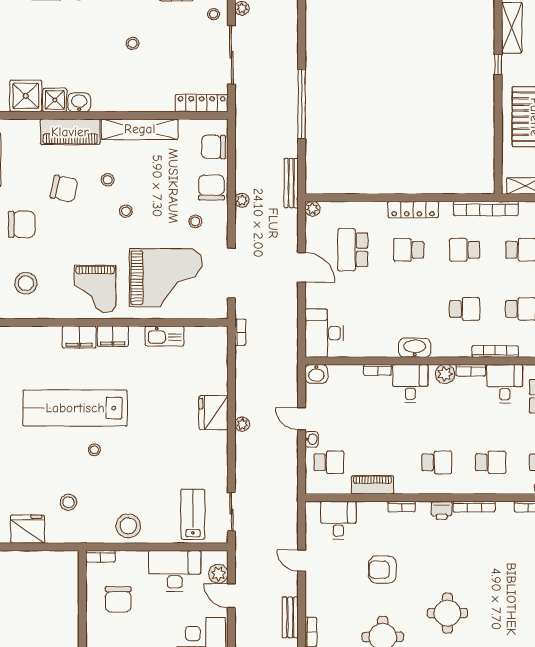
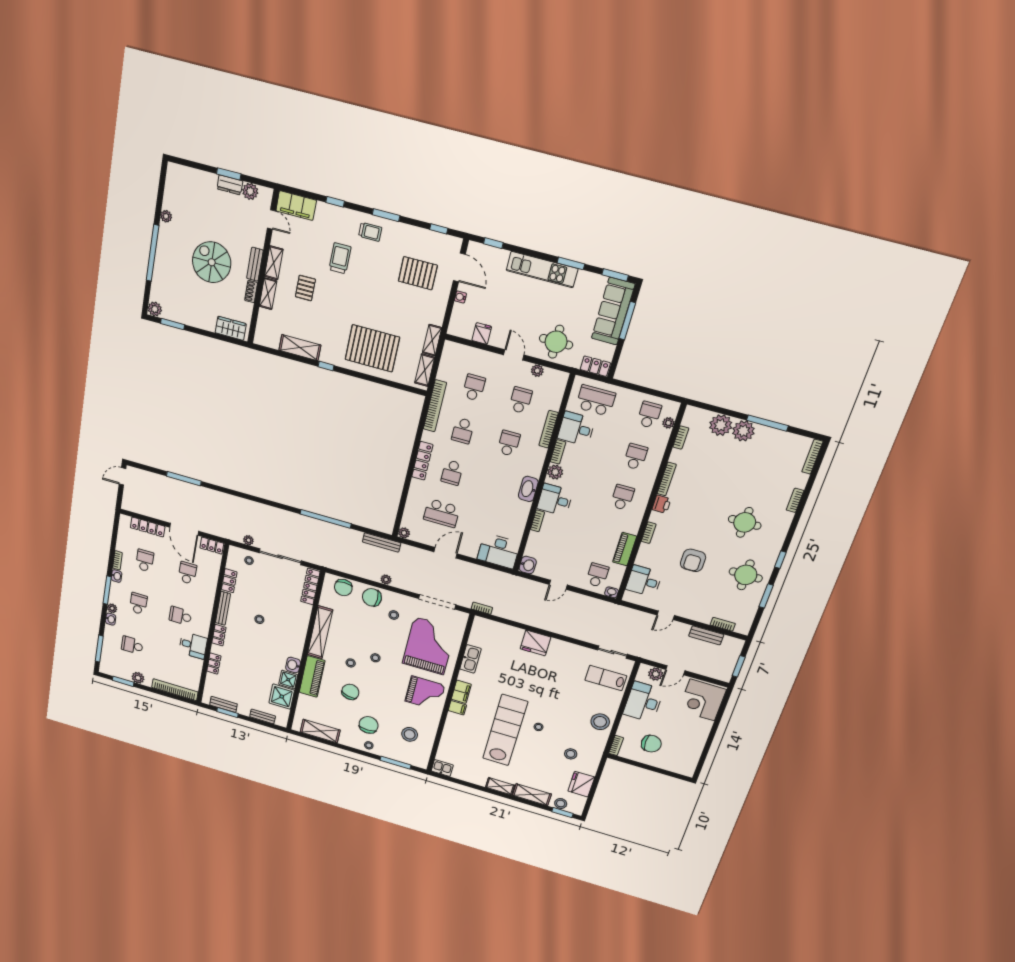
filing cabinet: (79, 337) -> (457, 708), width x0.50
lab bench: (75, 408) -> (505, 730), turned 180
plant: (242, 424) -> (550, 626), removed
washbasin: (312, 439) -> (612, 592), moved

